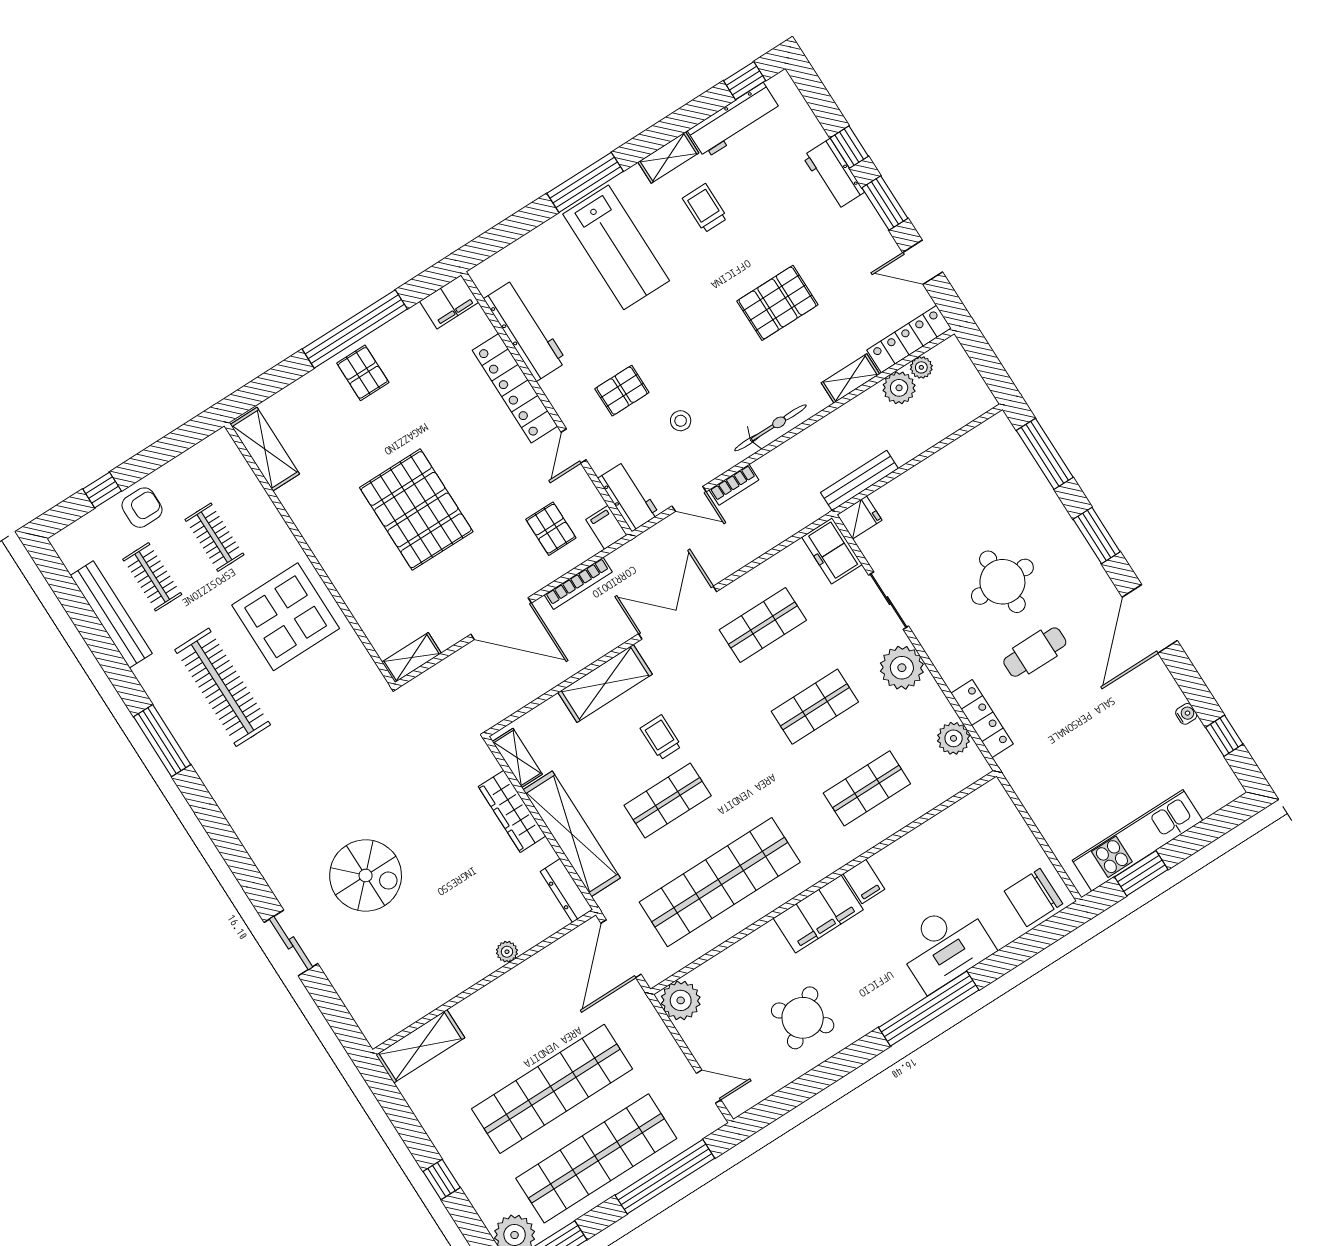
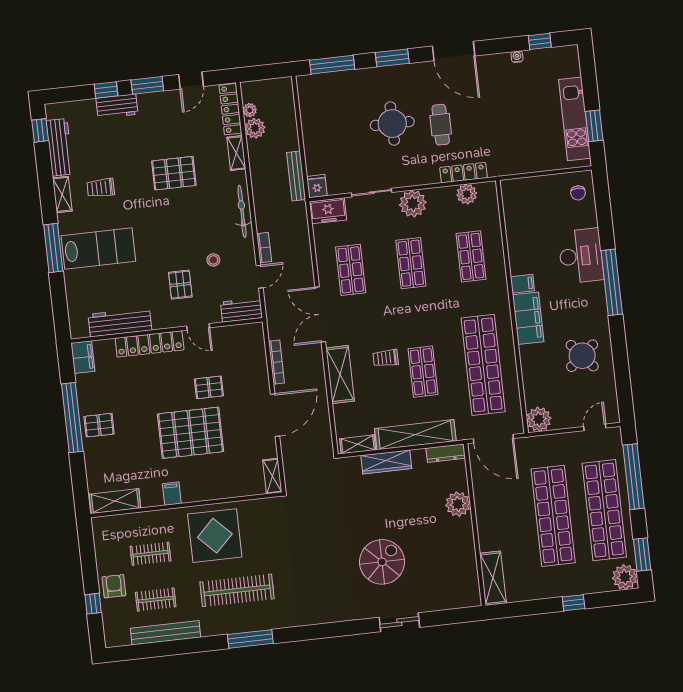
pallet: (777, 303) -> (174, 173), turned 90
filing cabinet: (606, 527) -> (172, 494), moved, turned 90
pallet: (551, 529) -> (209, 387), moved
chair: (1033, 897) -> (578, 193), width x0.54, depth x0.54
plant: (507, 952) -> (458, 504), width x1.88, depth x1.88

